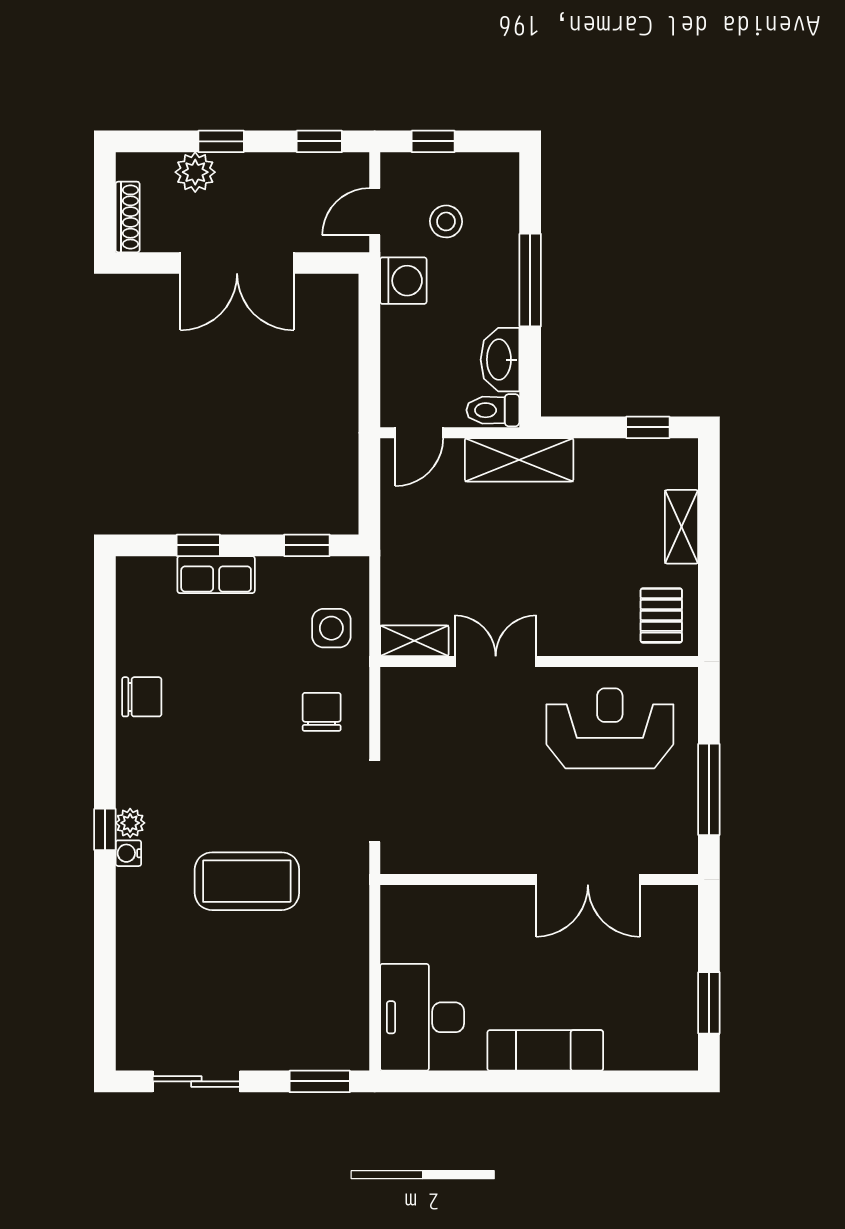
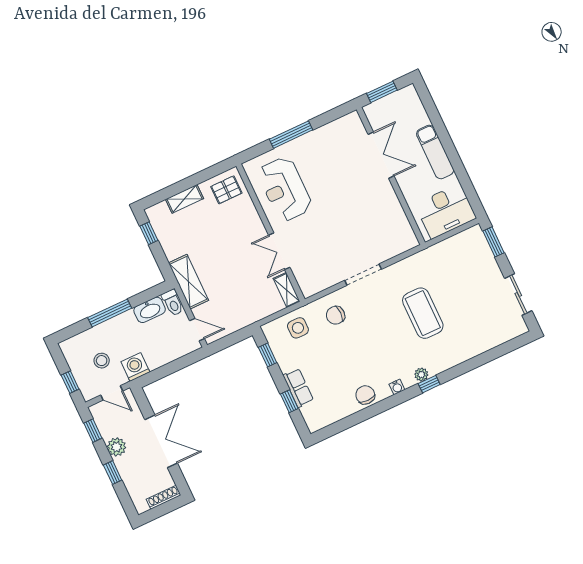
plant: (195, 172) -> (117, 447), moved
water cooler: (128, 853) -> (397, 387), moved
wall: (539, 880) -> (391, 176), moved
double door: (588, 880) -> (381, 155), moved

